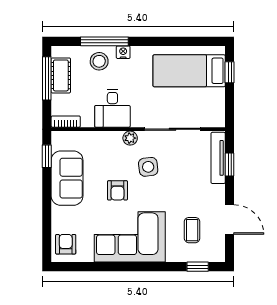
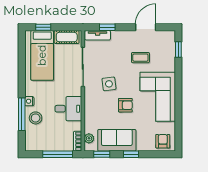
cot: (61, 75) -> (67, 37), moved
window: (47, 78) -> (58, 154), moved
plant: (130, 138) -> (89, 138), moved
tv unit: (218, 158) -> (98, 35), width x0.71
window: (47, 198) -> (131, 154), added
coffee table: (192, 230) -> (140, 58), moved
armchair: (66, 244) -> (163, 141), turned 90

